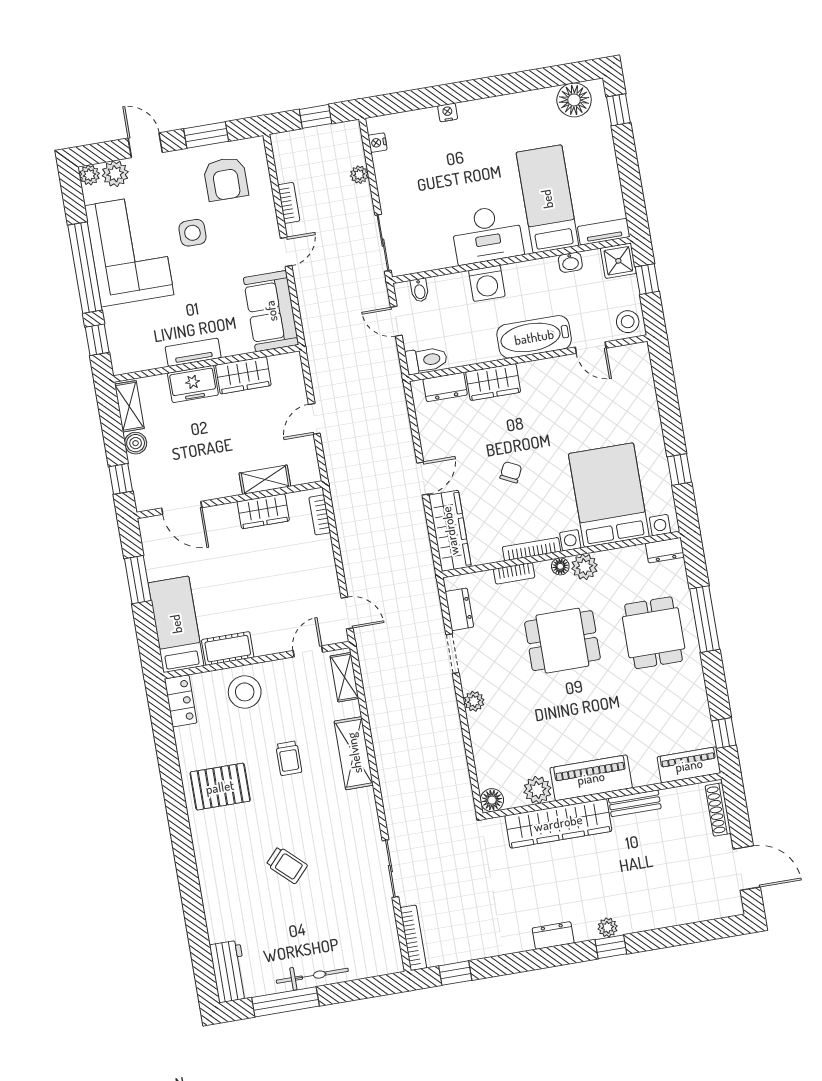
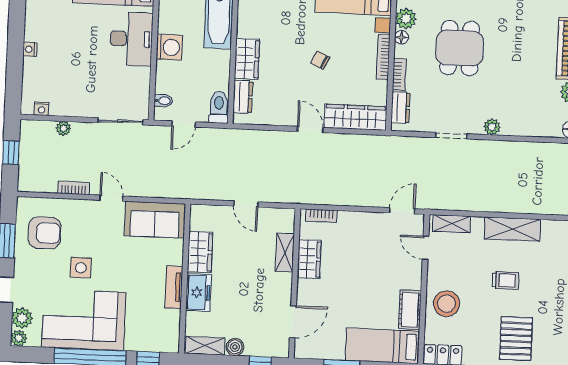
dresser: (459, 609) -> (400, 108), moved, turned 90

